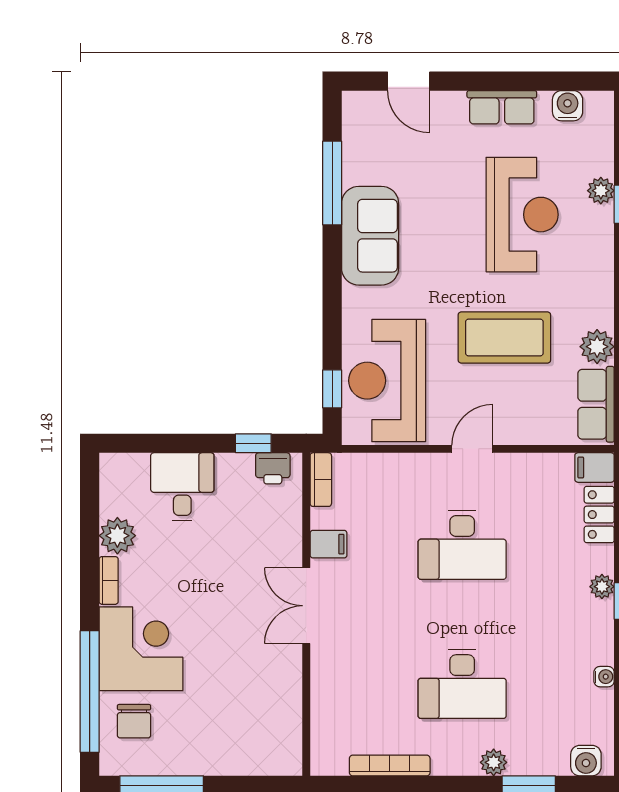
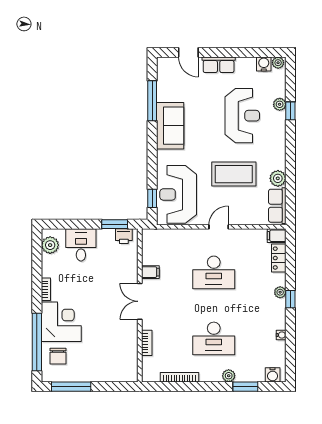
plant: (598, 103) -> (278, 63), added
row of seats: (502, 107) -> (219, 65), moved
window: (253, 443) -> (115, 224), width x1.50
bookcase: (321, 480) -> (147, 343), moved
plant: (117, 536) -> (50, 245), moved

